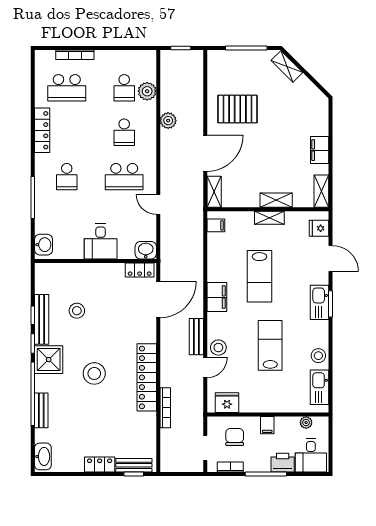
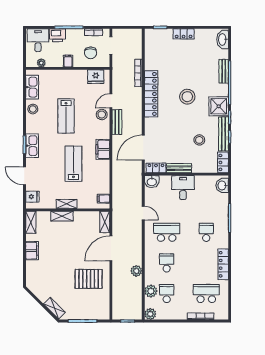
plant: (148, 58) -> (150, 314), added
locker: (42, 278) -> (223, 162), added
bench: (134, 465) -> (179, 168), moved

